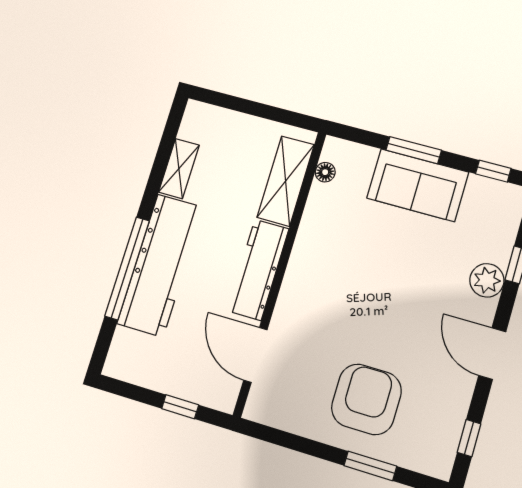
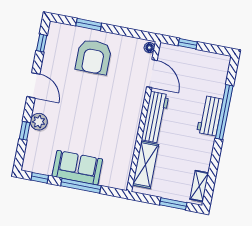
window: (241, 105) -> (173, 204), added
window: (414, 150) -> (81, 186), width x1.44
shelving: (179, 169) -> (199, 186), moved
floor lamp: (325, 172) -> (149, 48), moved
workbench: (160, 265) -> (210, 116), width x0.53, depth x0.76

